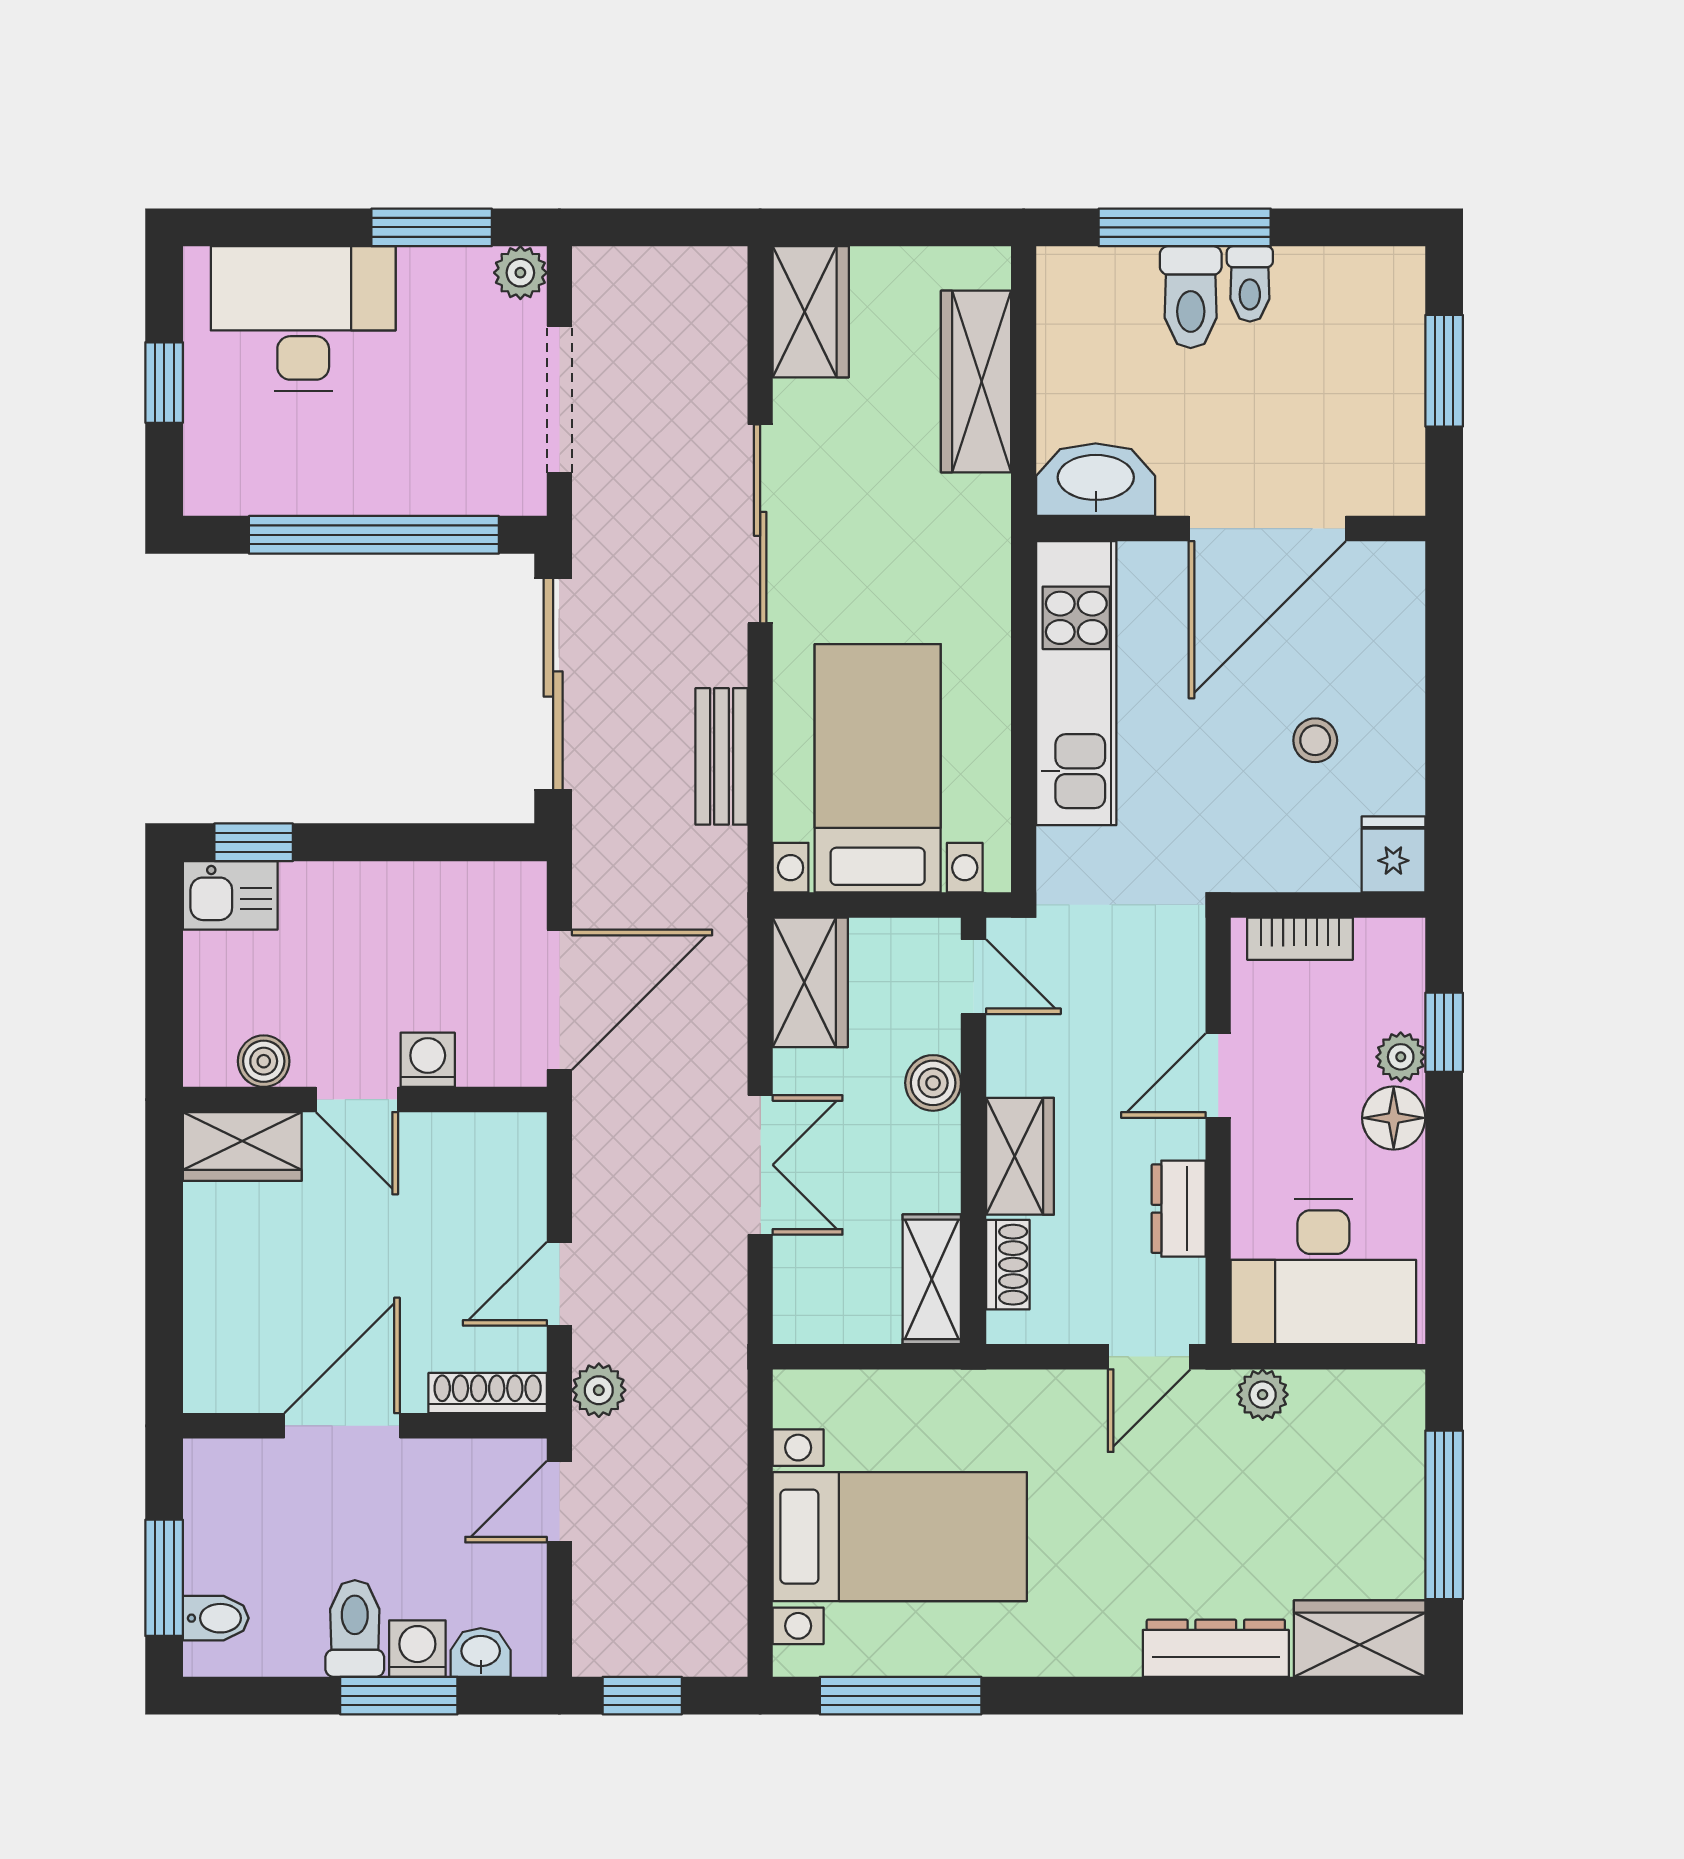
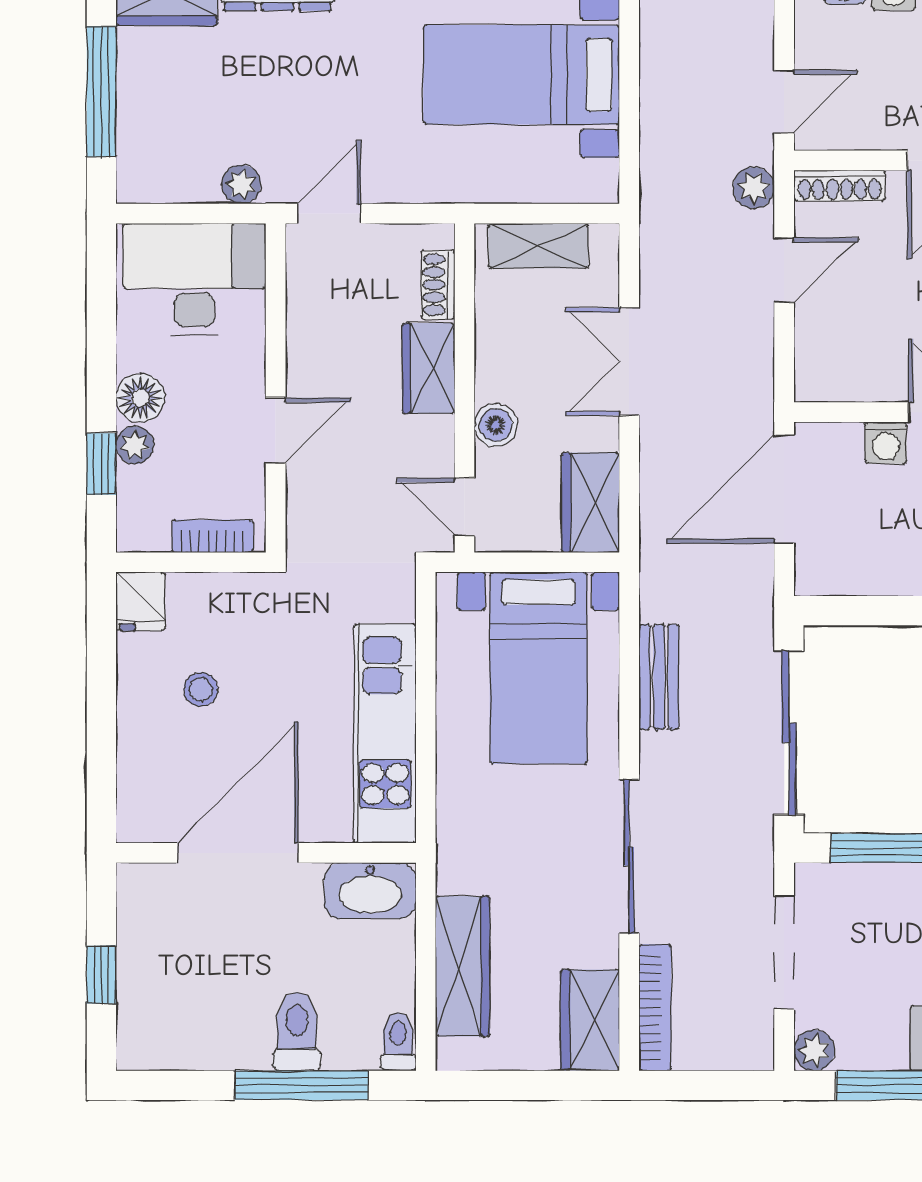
toilet: (1250, 284) -> (398, 1042), moved
bookcase: (727, 328) -> (655, 1007), added
window: (1444, 371) -> (101, 975), width x0.67
dresser: (1179, 1209) -> (306, 328), removed
shelving: (932, 1279) -> (538, 246), moved, turned 90

